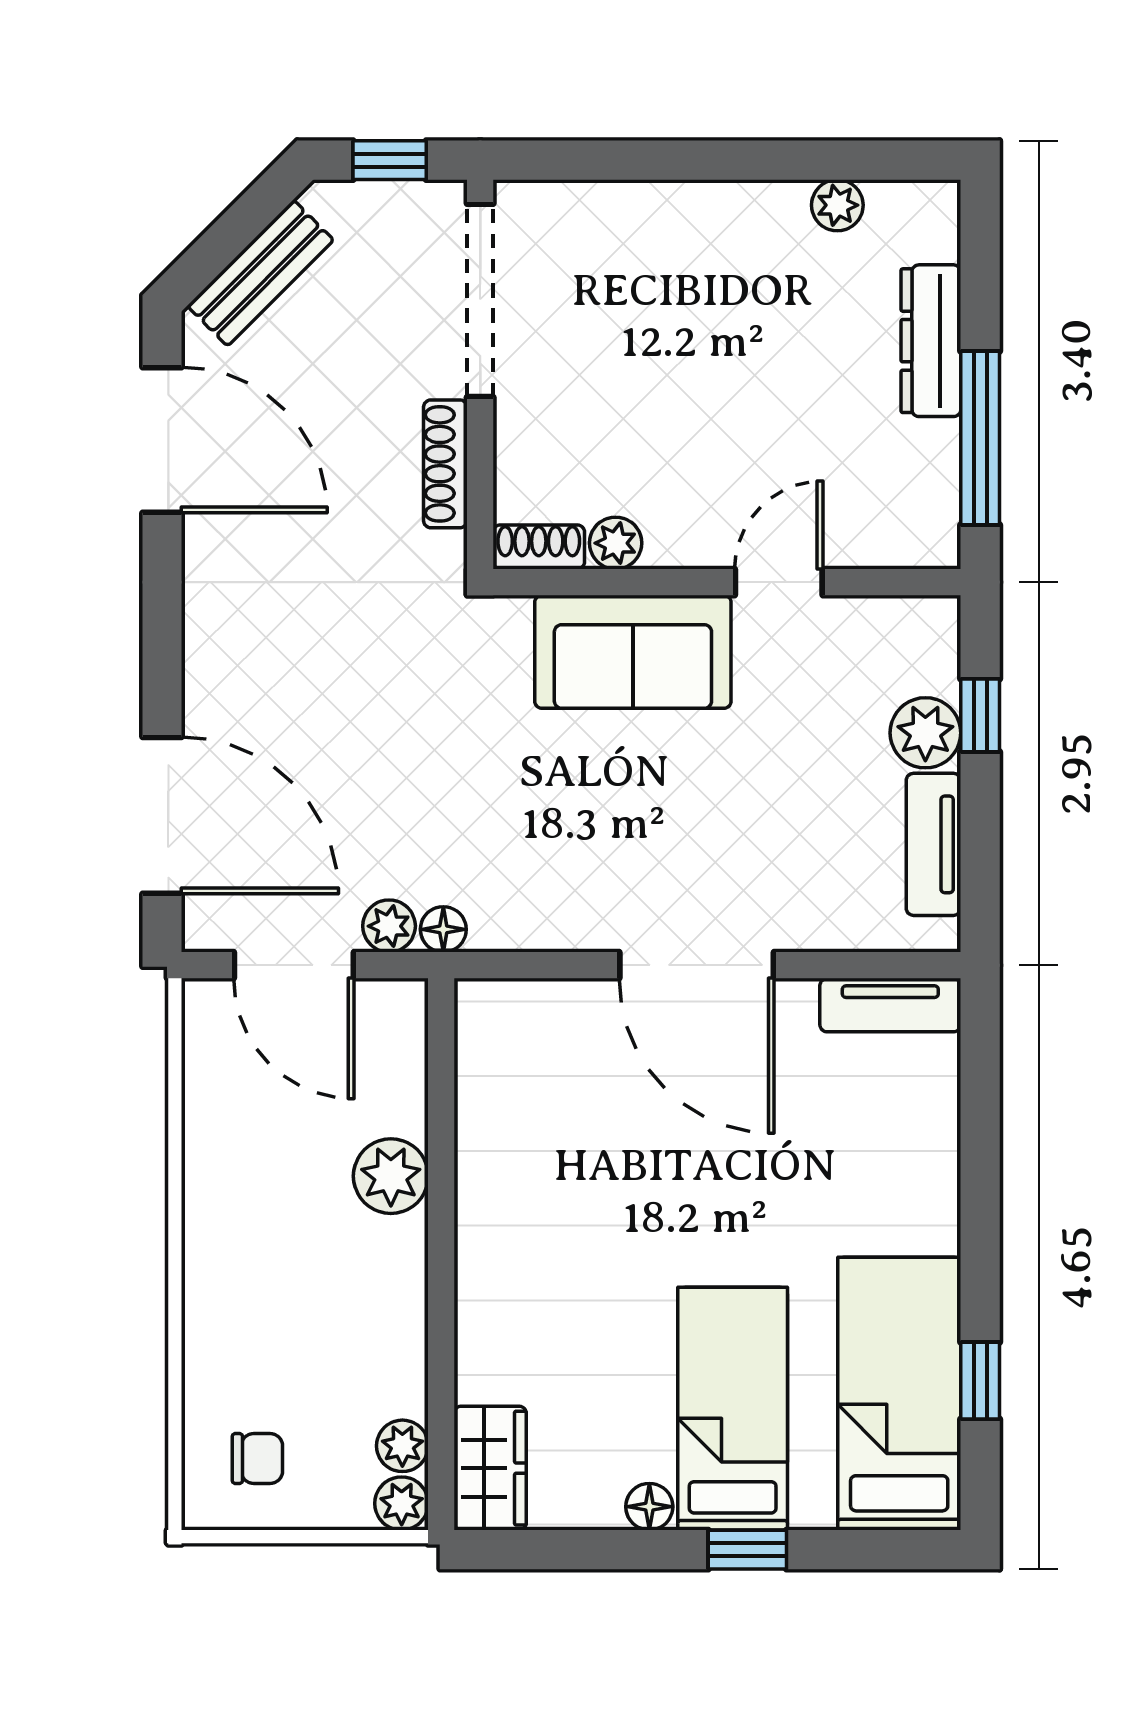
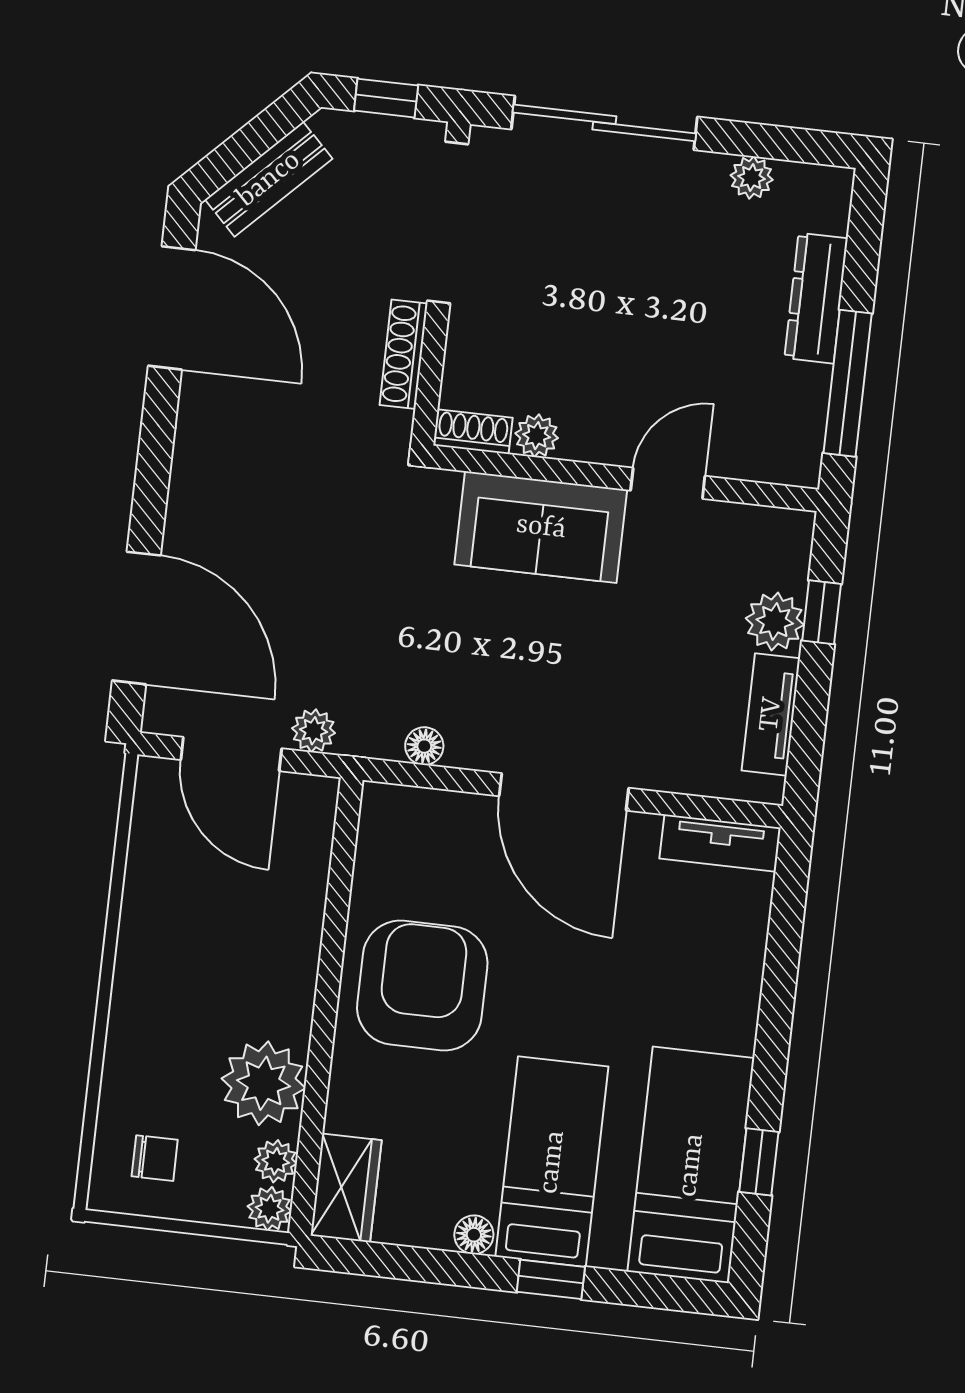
sliding door: (654, 160) -> (604, 123), added
floor lamp: (443, 929) -> (424, 746), moved
plant: (391, 1176) -> (263, 1083), moved, width x1.36, depth x1.36
armchair: (554, 1216) -> (422, 986), added

